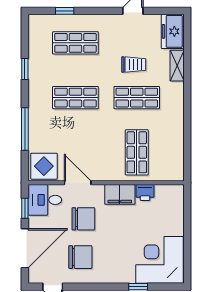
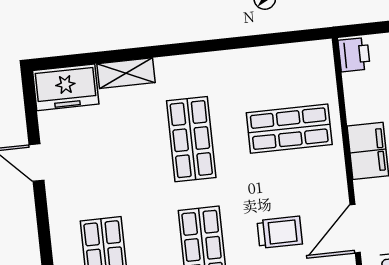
trolley: (134, 65) -> (280, 232), moved, turned 90
printer: (145, 193) -> (354, 55), moved

